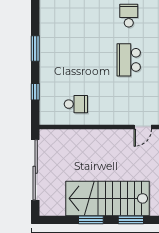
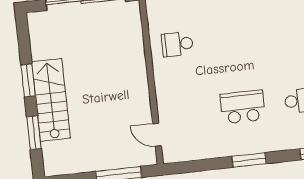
school desk: (76, 104) -> (177, 44), turned 90
stairs: (108, 198) -> (51, 100), width x0.73, depth x0.66

